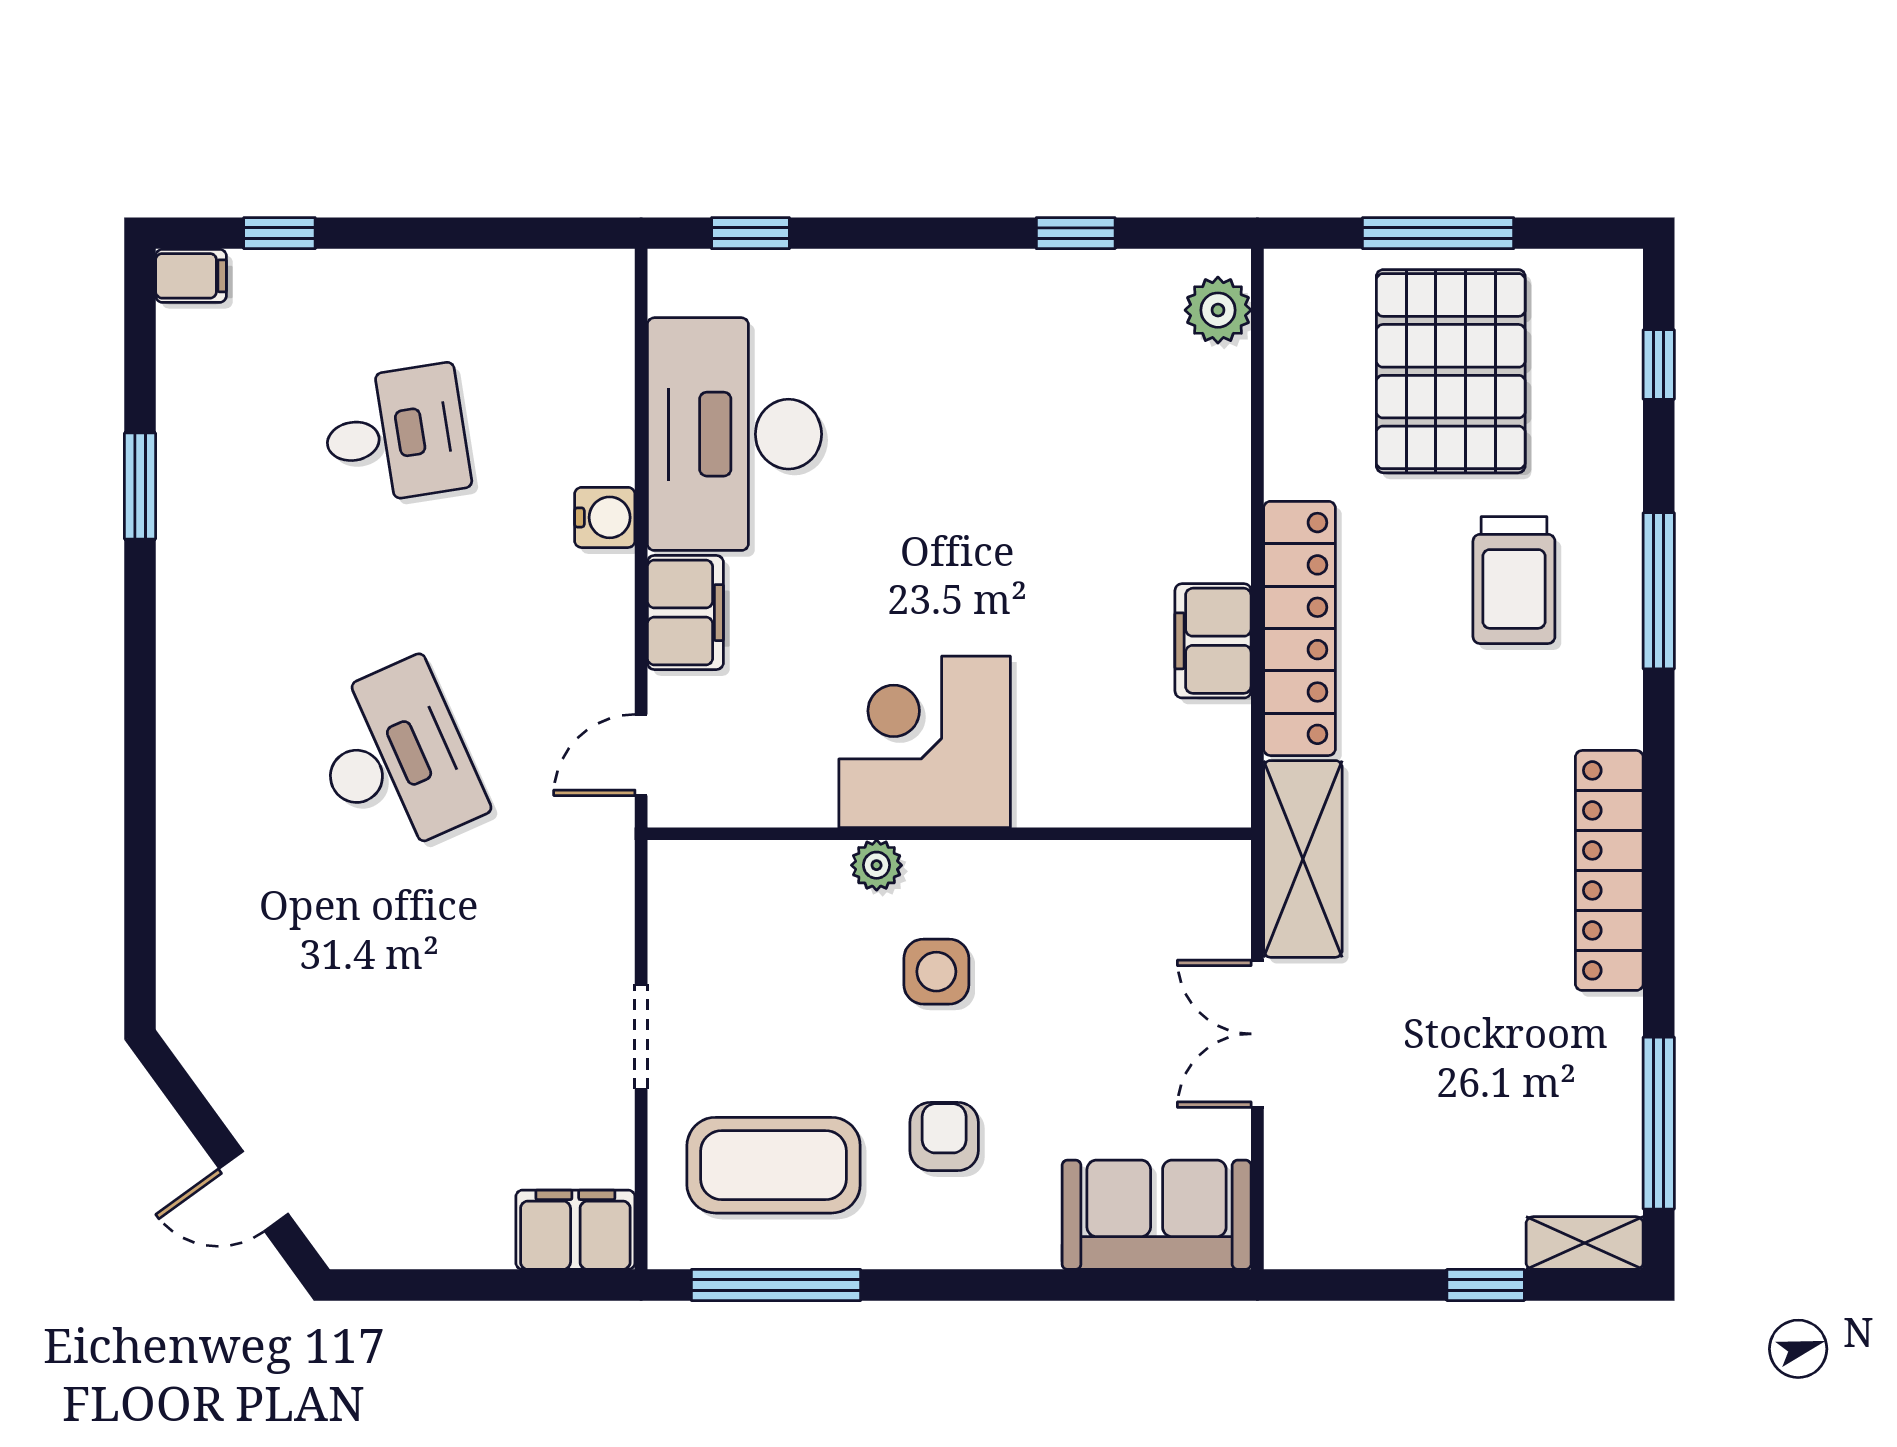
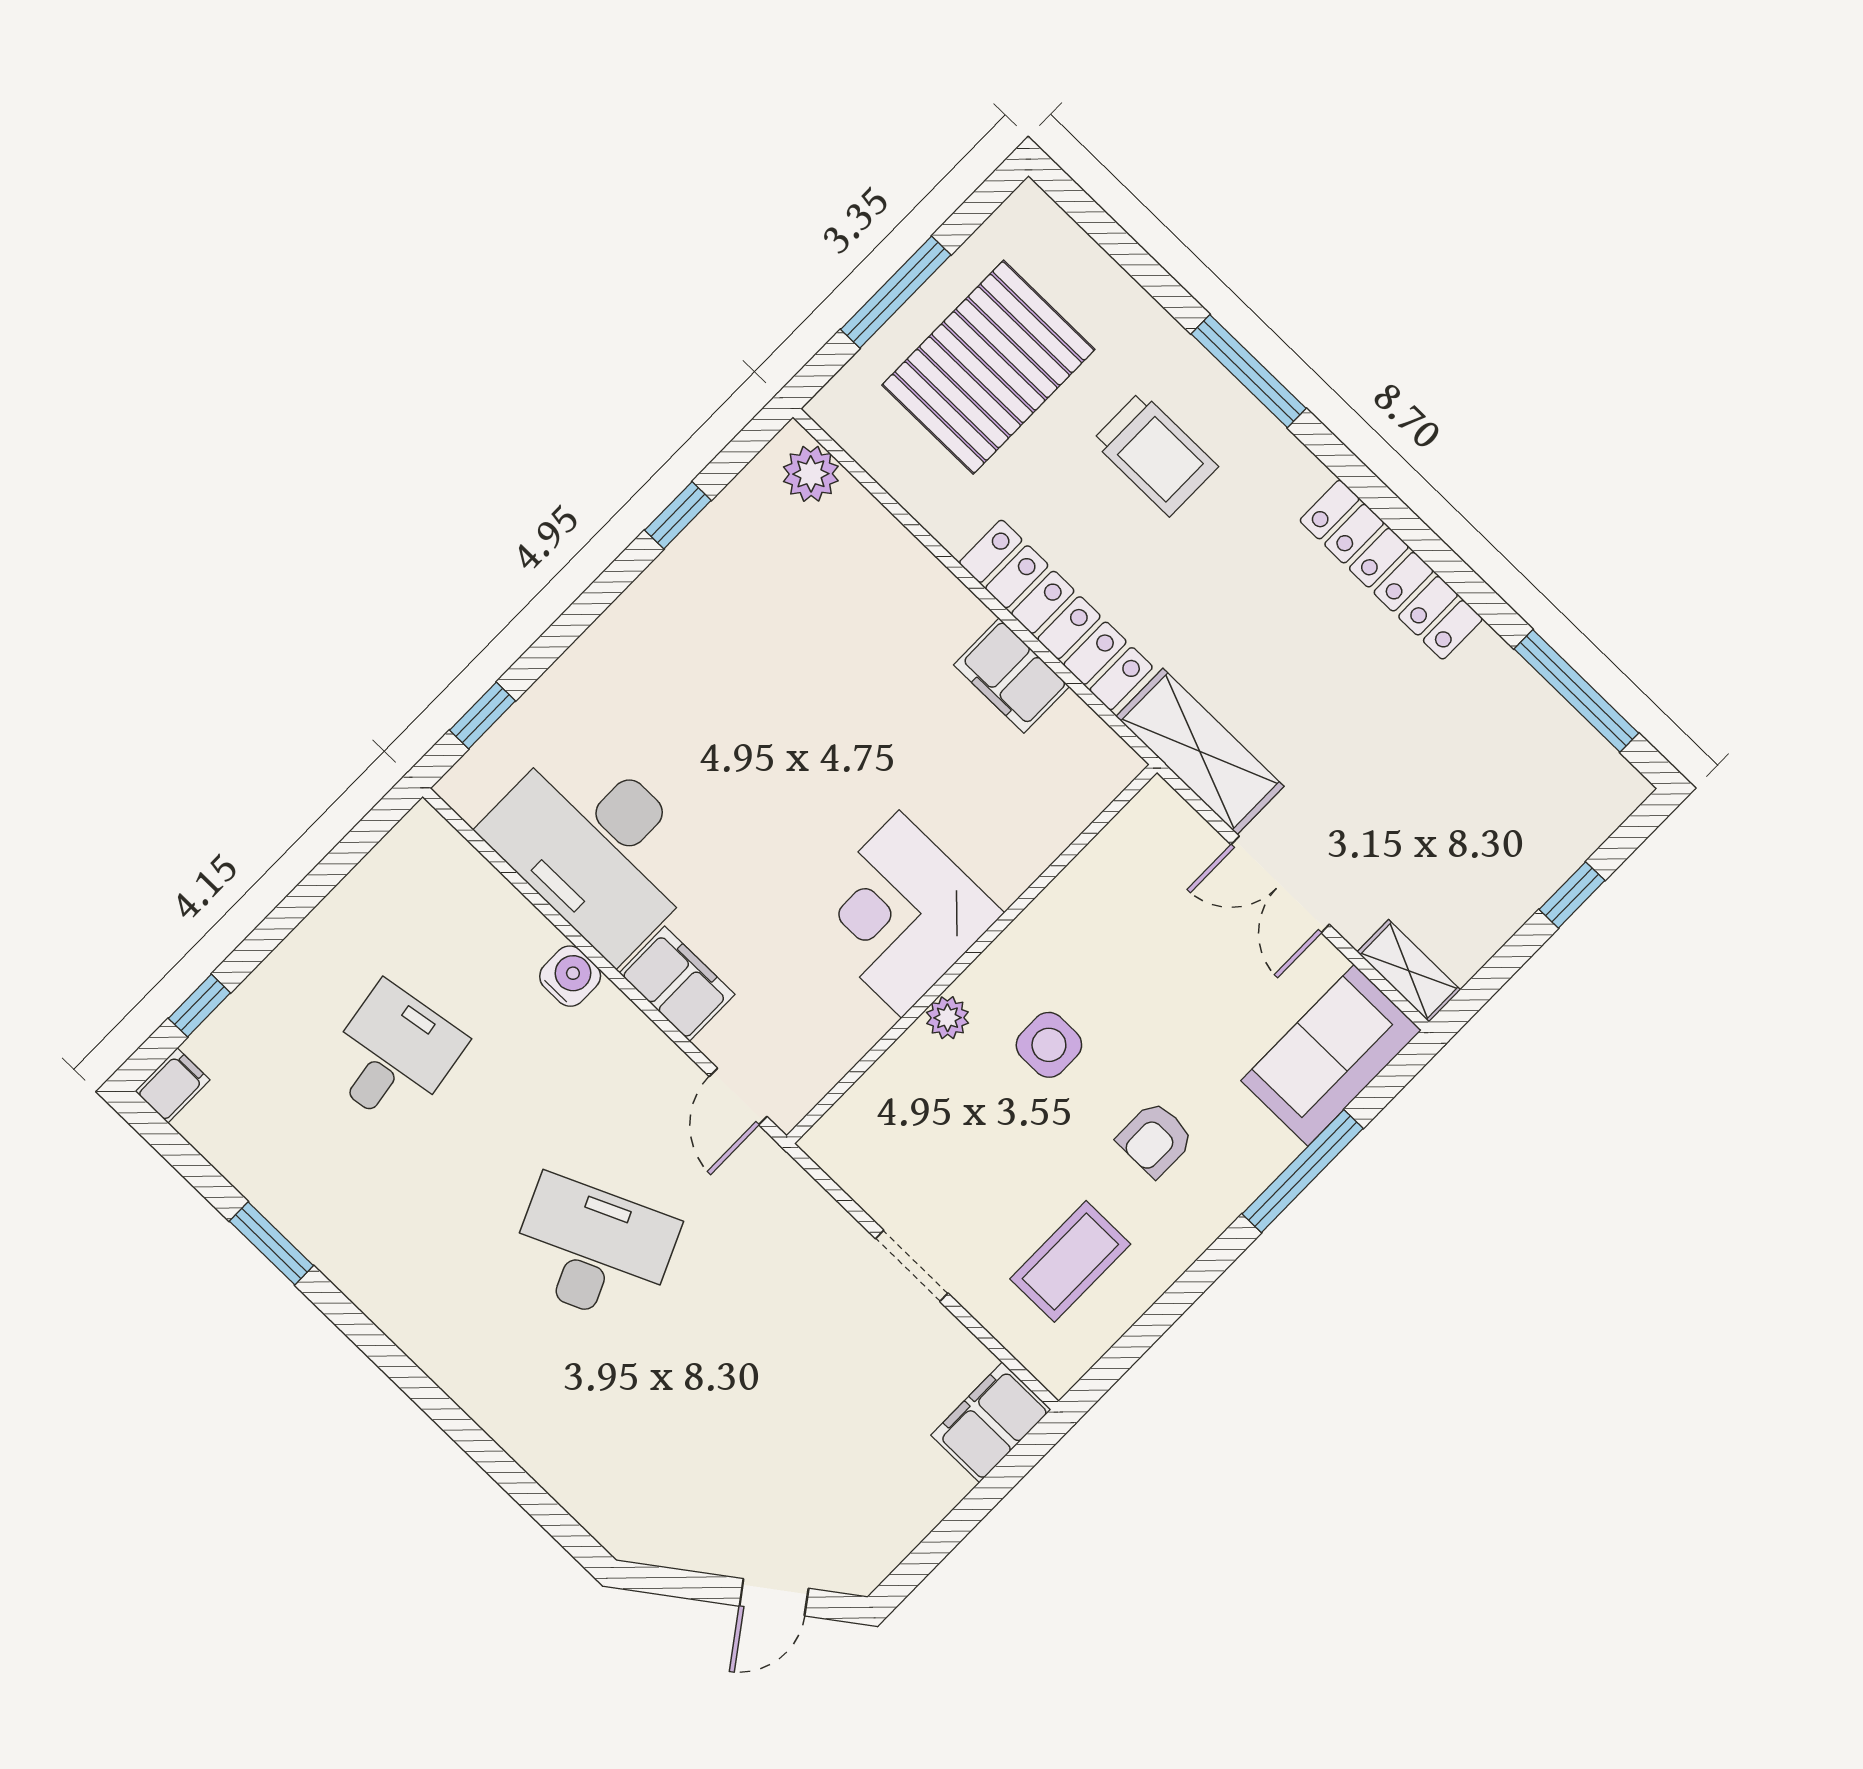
window: (1659, 364) -> (1109, 235), removed
pallet: (1451, 371) -> (988, 367), turned 90
armchair: (944, 1137) -> (1155, 1139), turned -90
coffee table: (774, 1165) -> (1070, 1261), width x0.73, depth x0.76
shelving: (1585, 1243) -> (1409, 971), moved, turned 90
window: (776, 1285) -> (1303, 1171), moved

